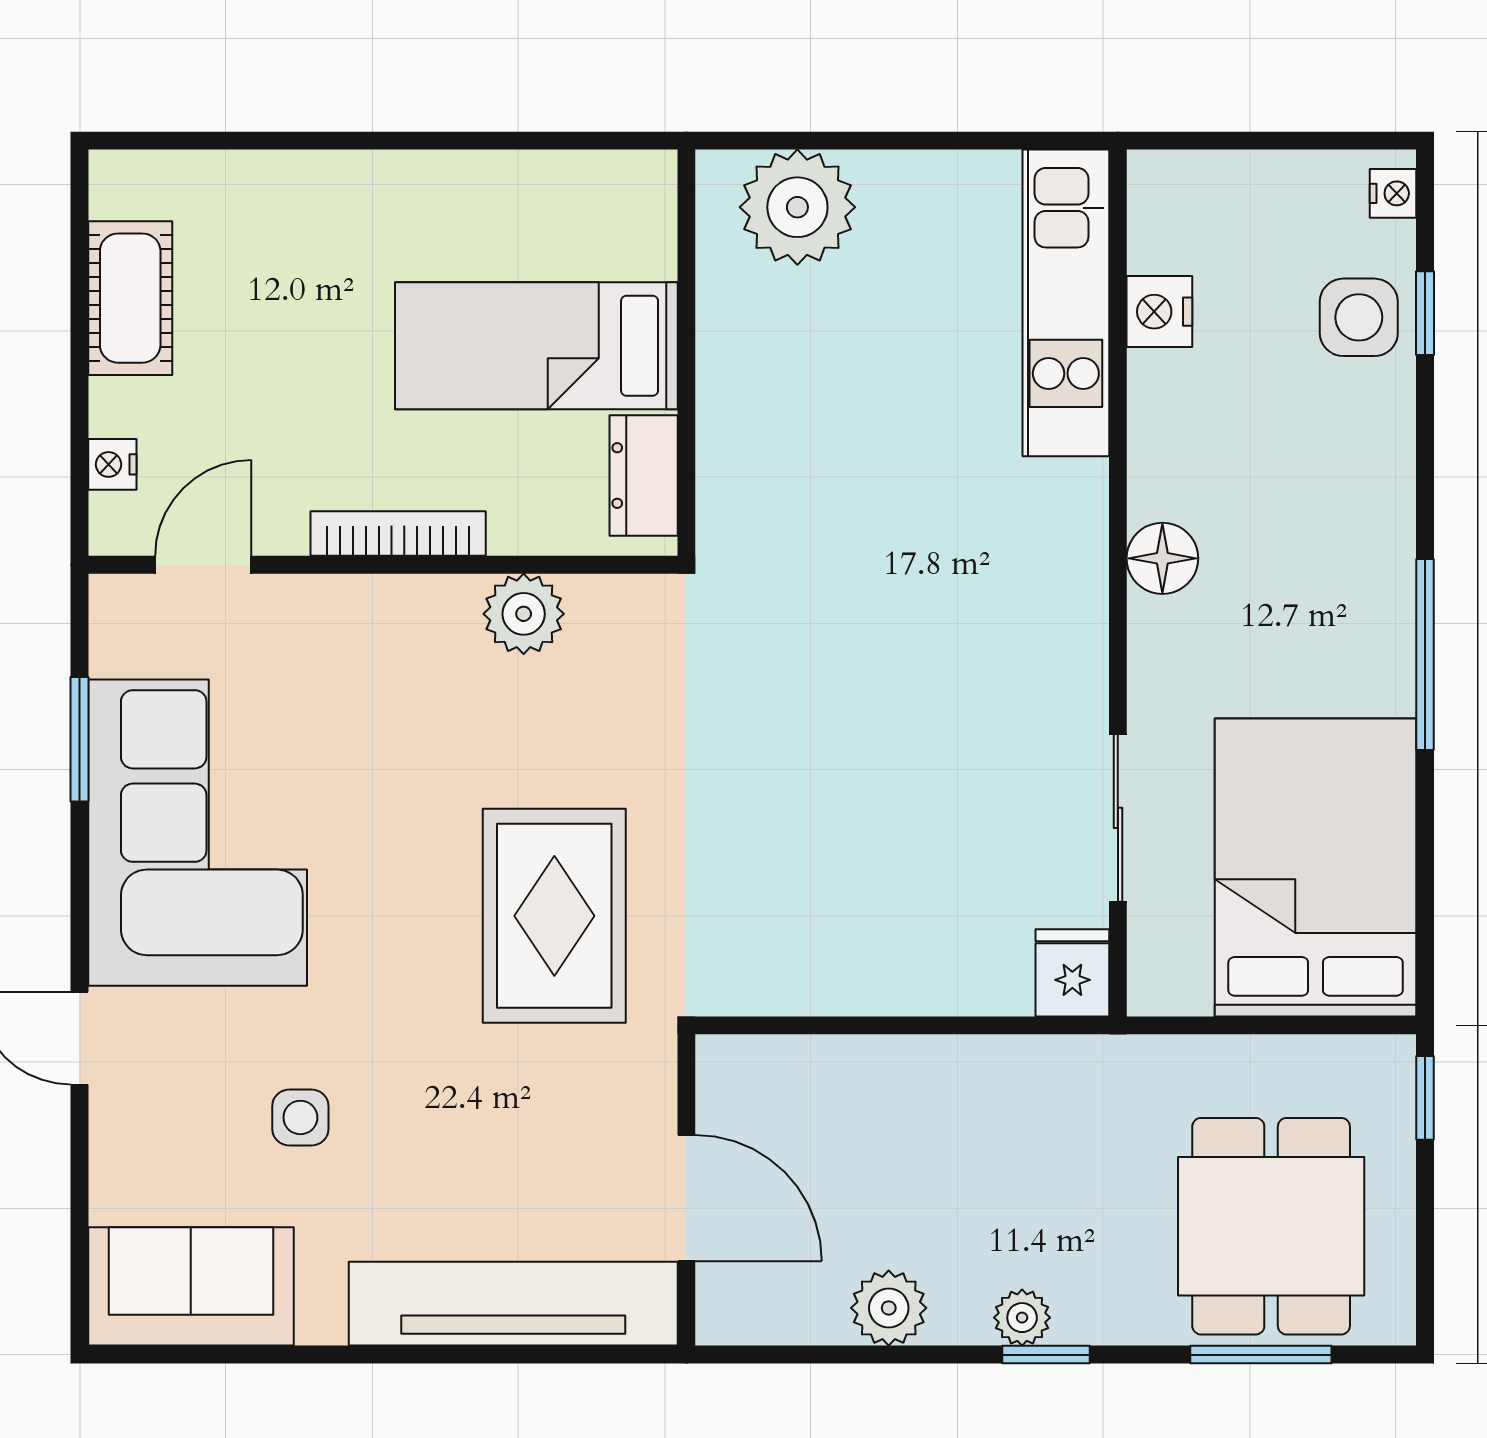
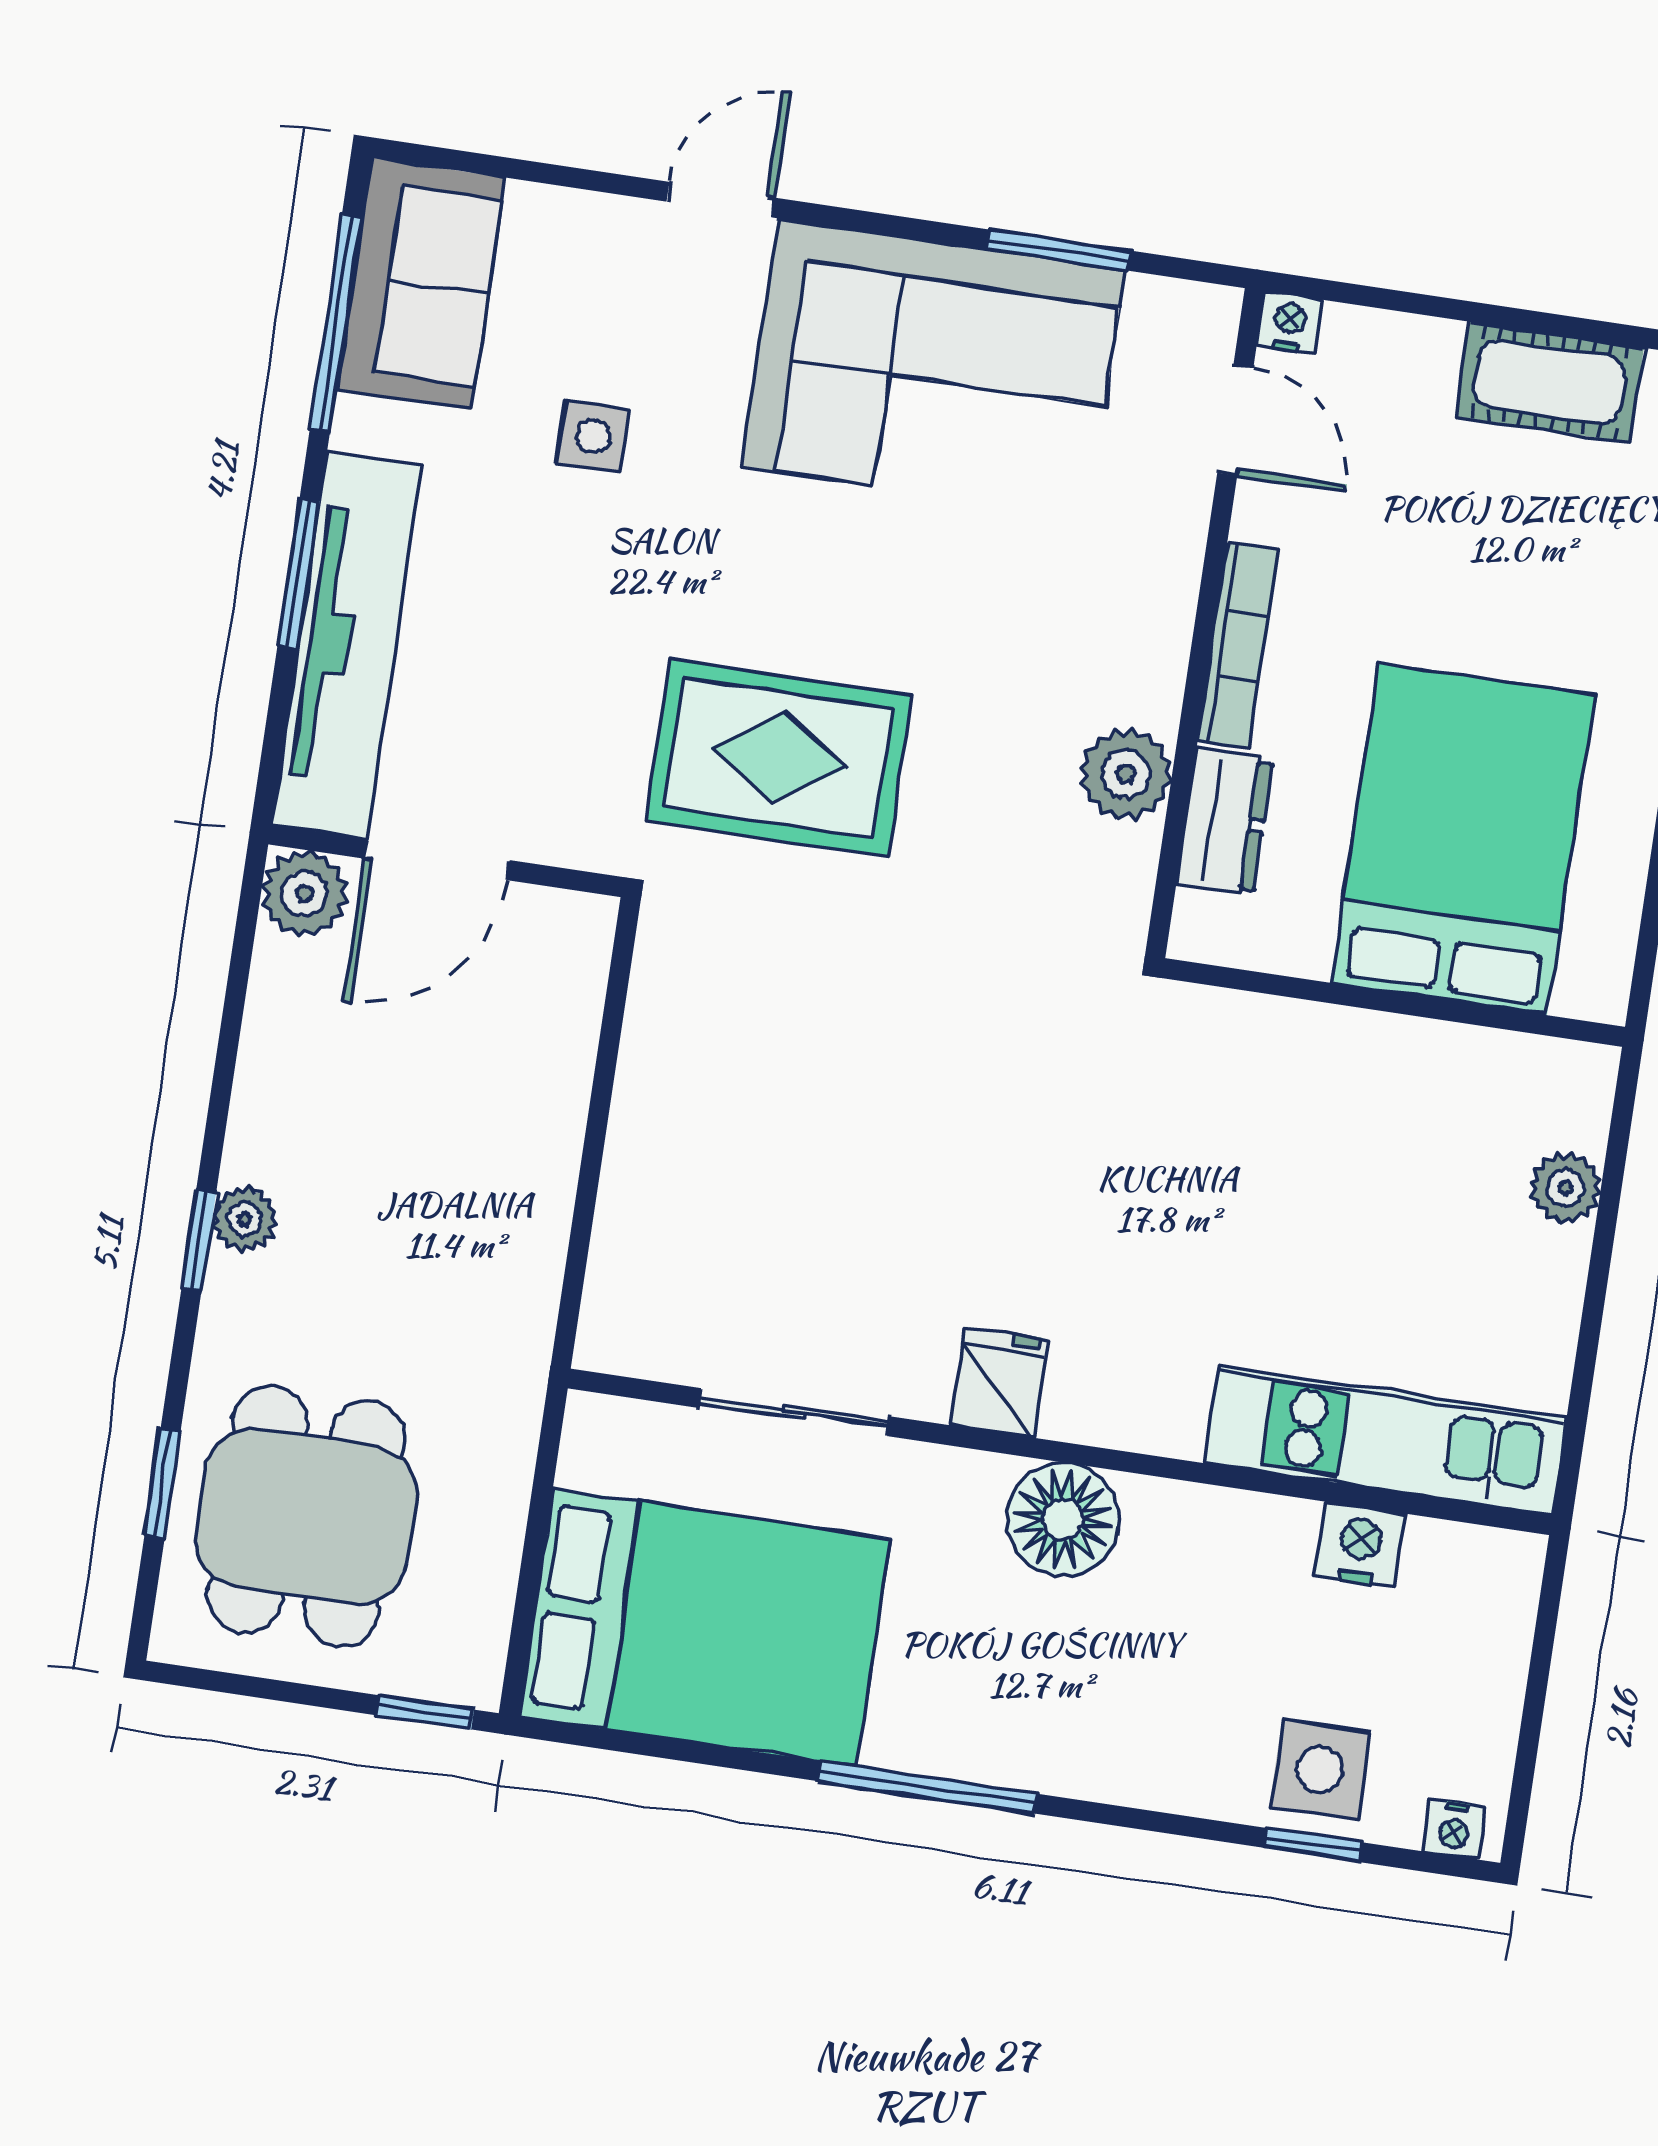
plant: (797, 207) -> (1565, 1188), width x0.53, depth x0.53
bed: (536, 346) -> (1463, 839), width x1.50
nightstand: (112, 464) -> (1289, 323), moved
dresser: (644, 476) -> (1225, 821), moved, turned 90
floor lamp: (1162, 558) -> (1063, 1519), width x1.38, depth x1.38
fridge: (1072, 973) -> (999, 1382), moved, turned -90
dining table: (1271, 1226) -> (306, 1516), turned 90
plant: (889, 1308) -> (304, 894), moved
window: (236, 1355) -> (336, 323), added
window: (457, 1355) -> (299, 573), added
window: (1261, 1355) -> (163, 1483), width x0.67

